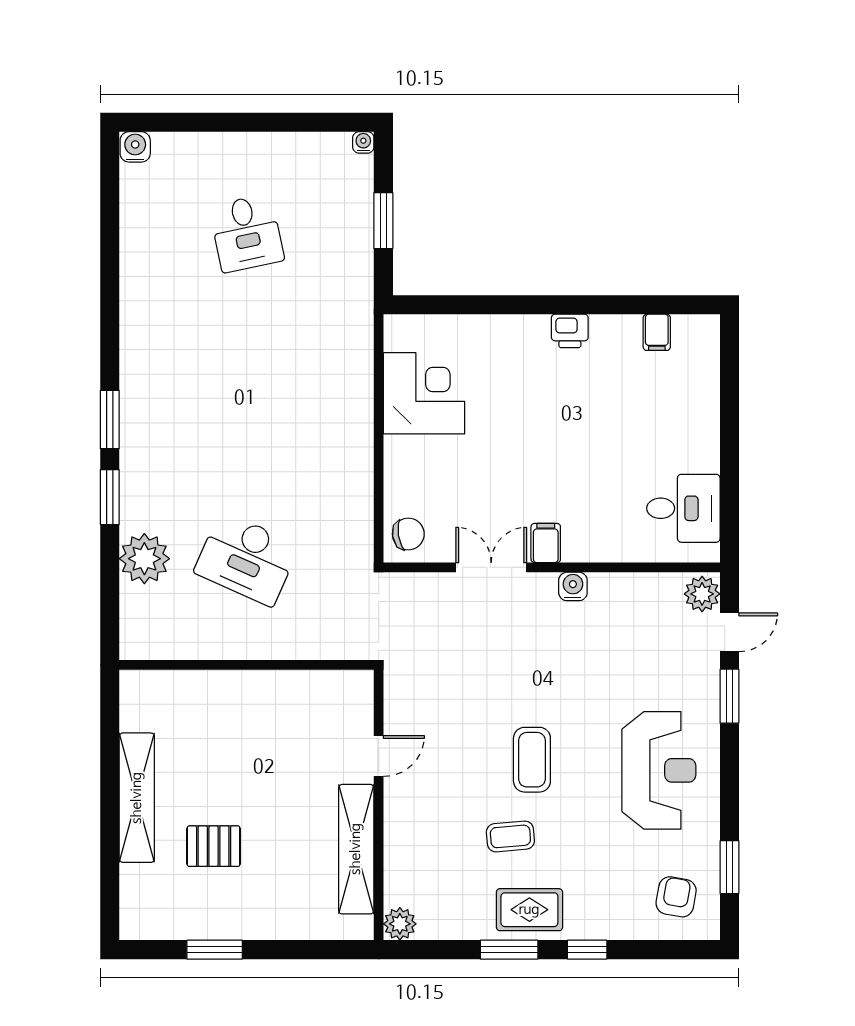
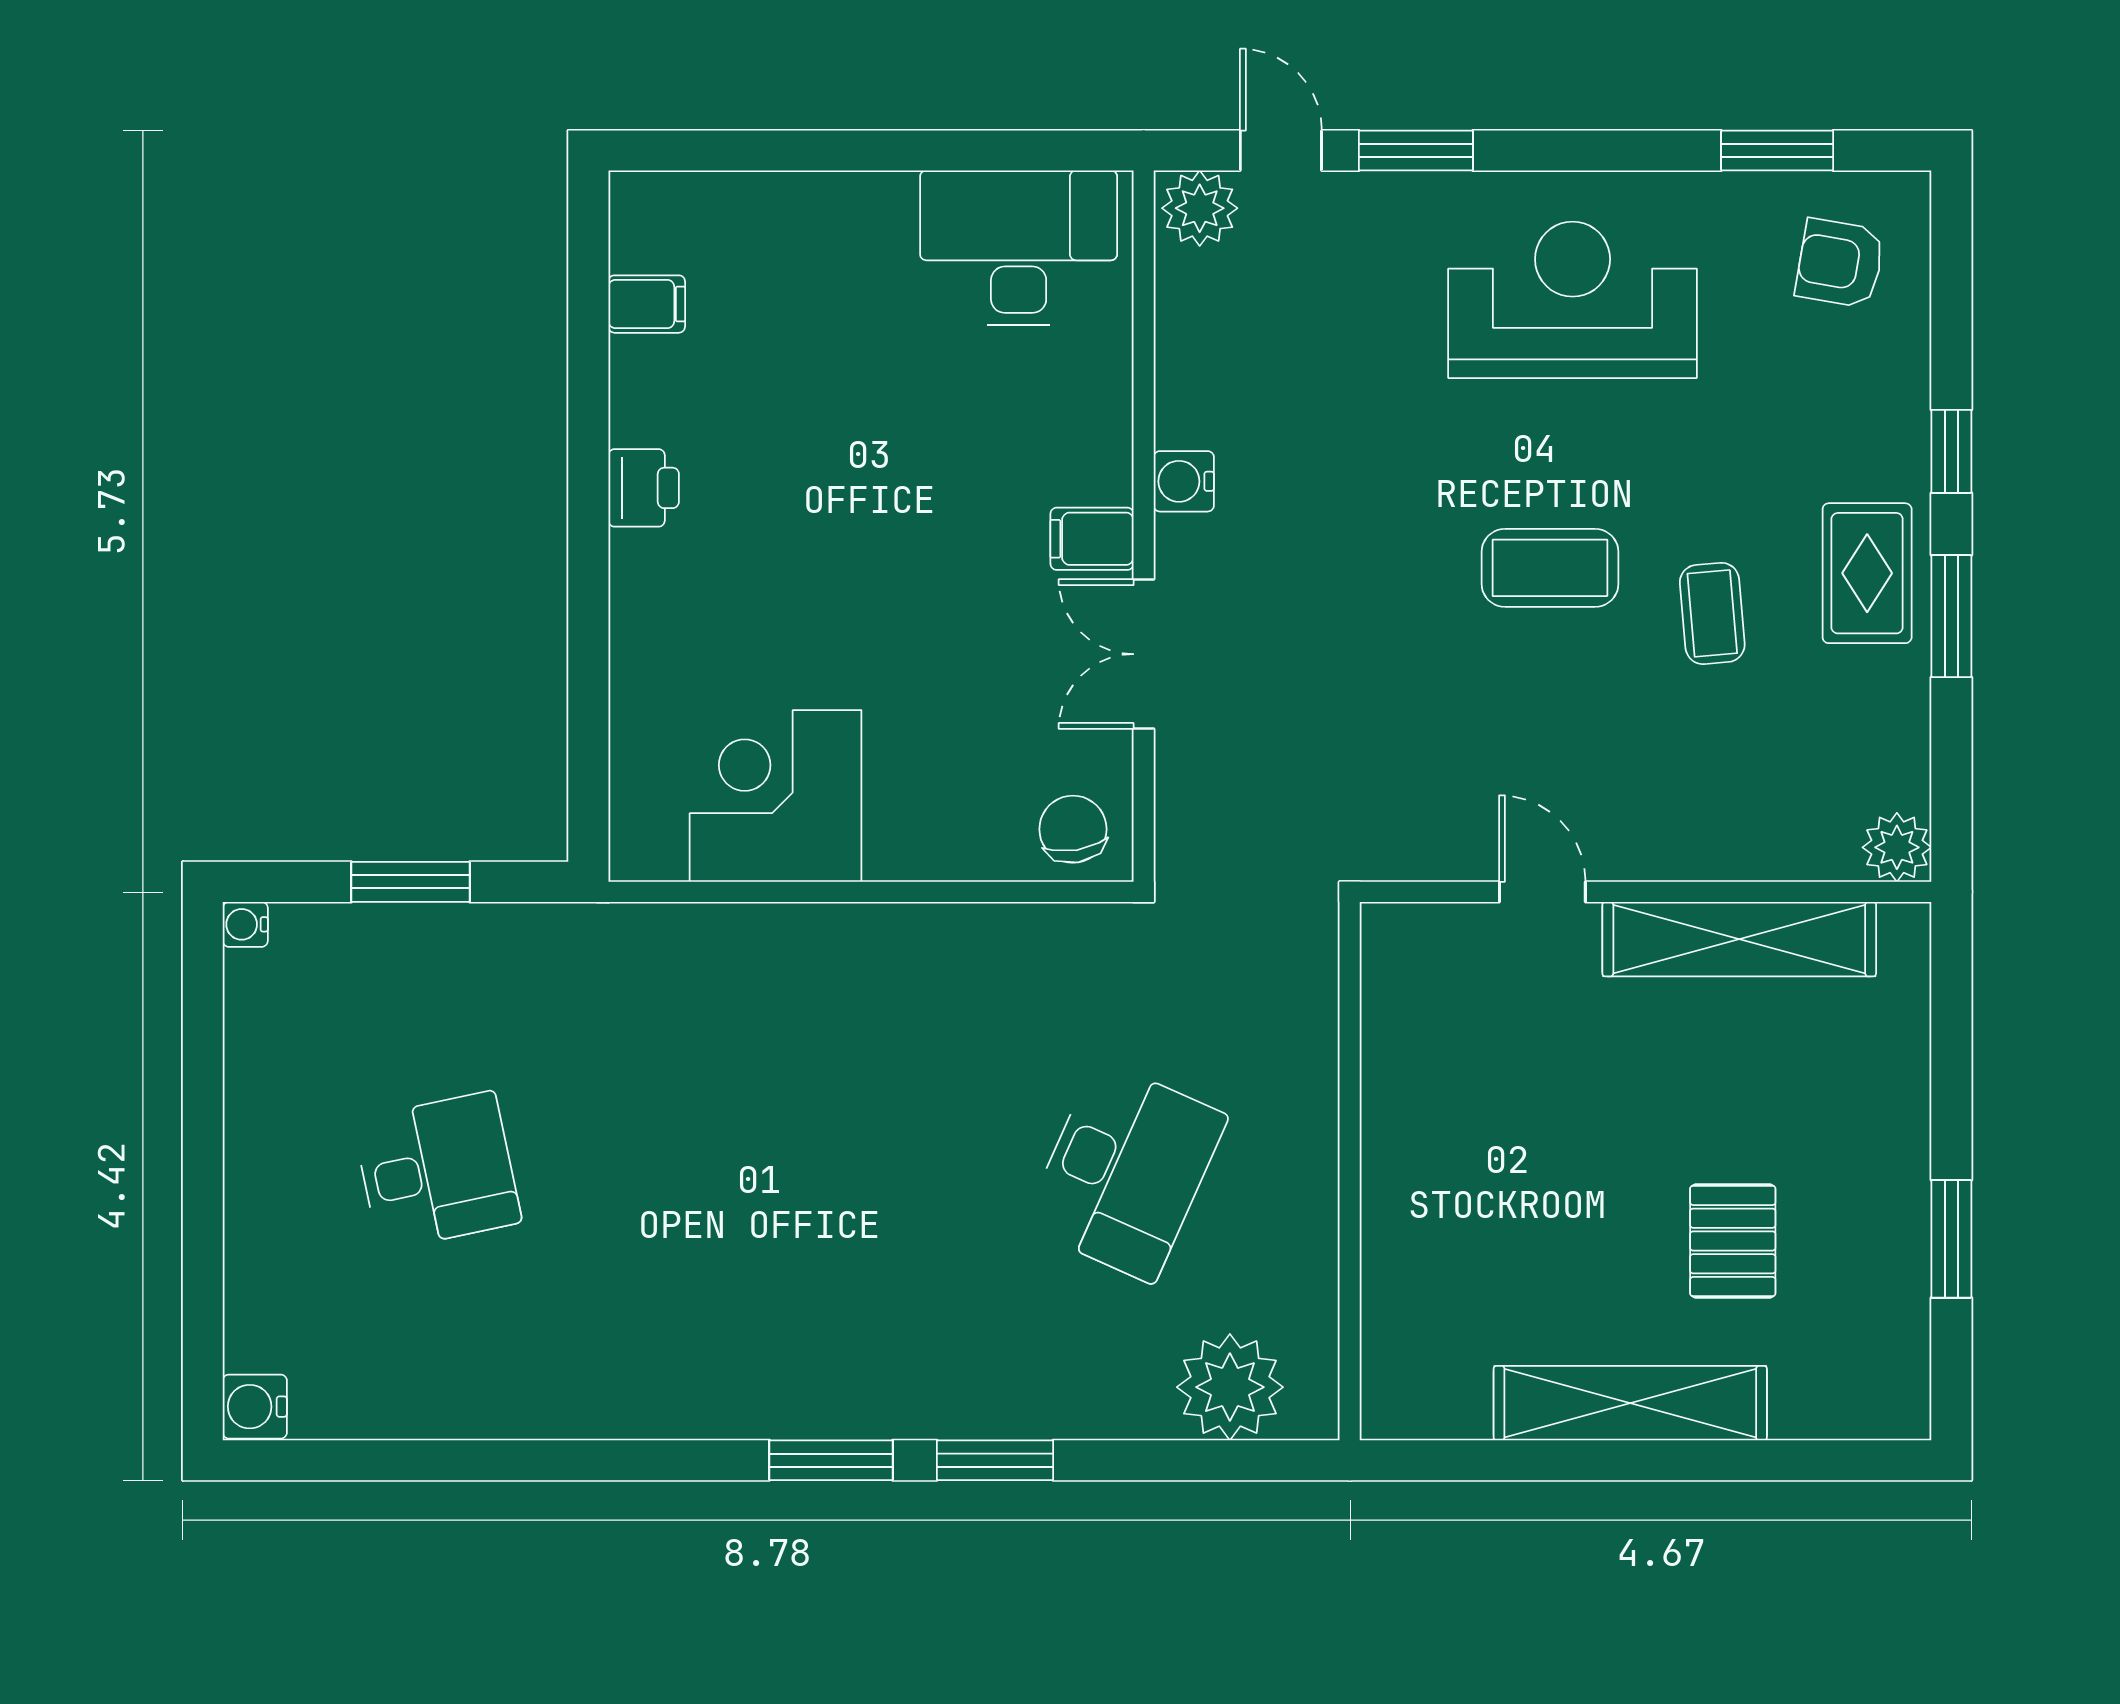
desk: (683, 508) -> (1019, 248), width x1.37
plant: (144, 559) -> (1230, 1387), moved

